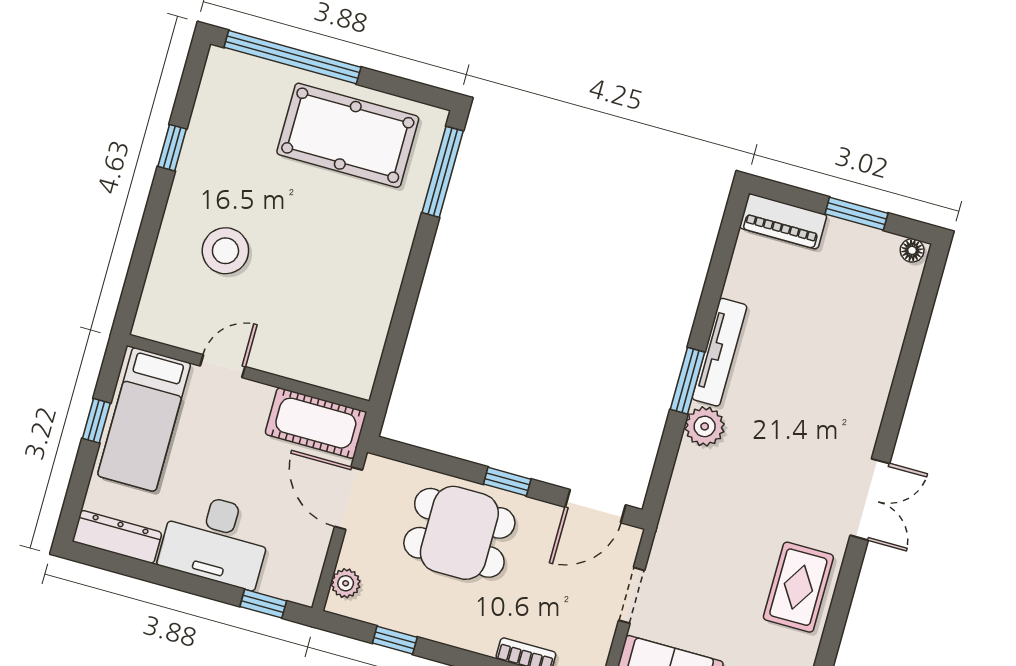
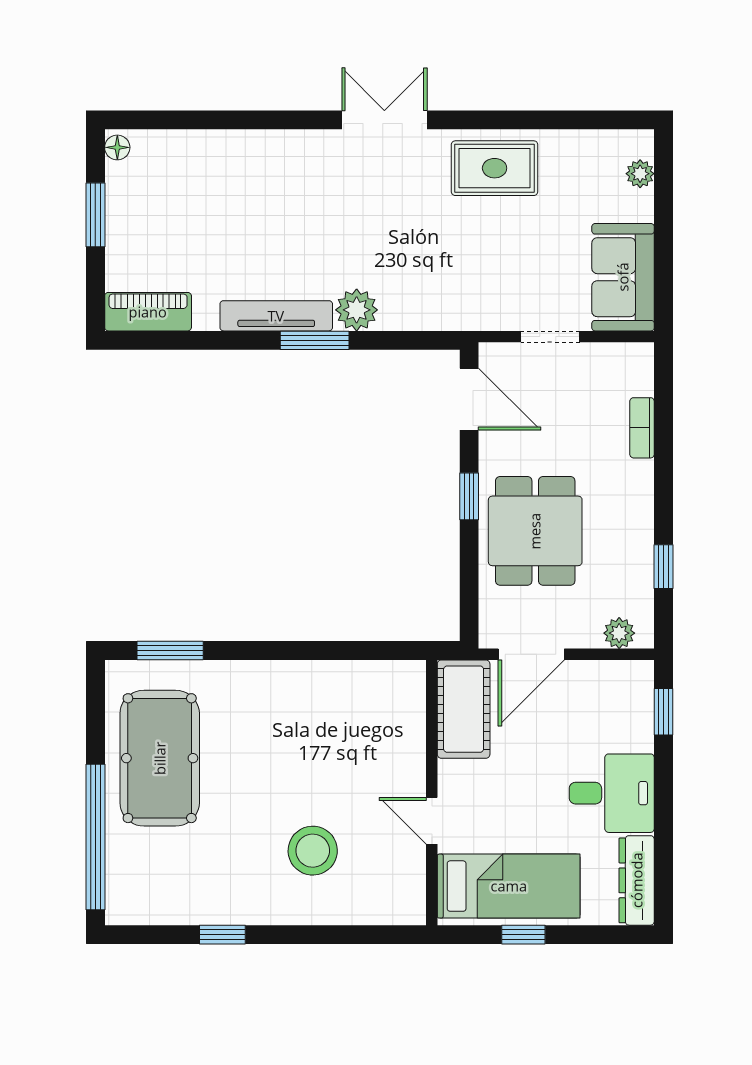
window: (443, 172) -> (170, 651), width x0.69
piano: (783, 221) -> (148, 312), moved, turned -90
desk: (216, 540) -> (612, 793), width x0.73

